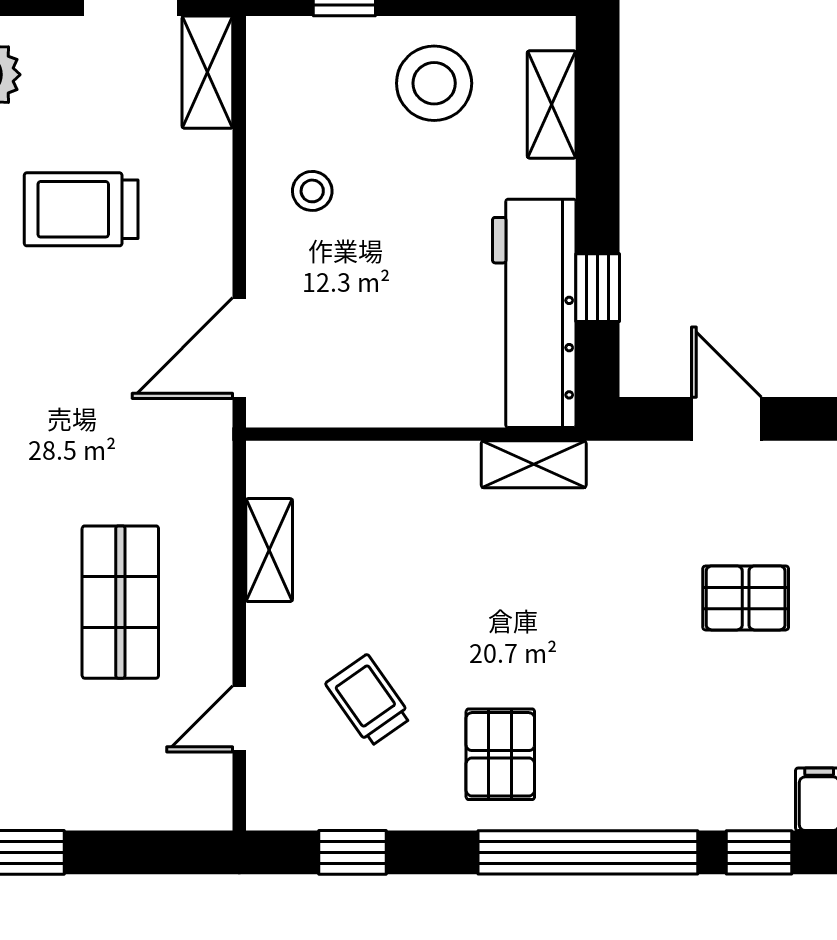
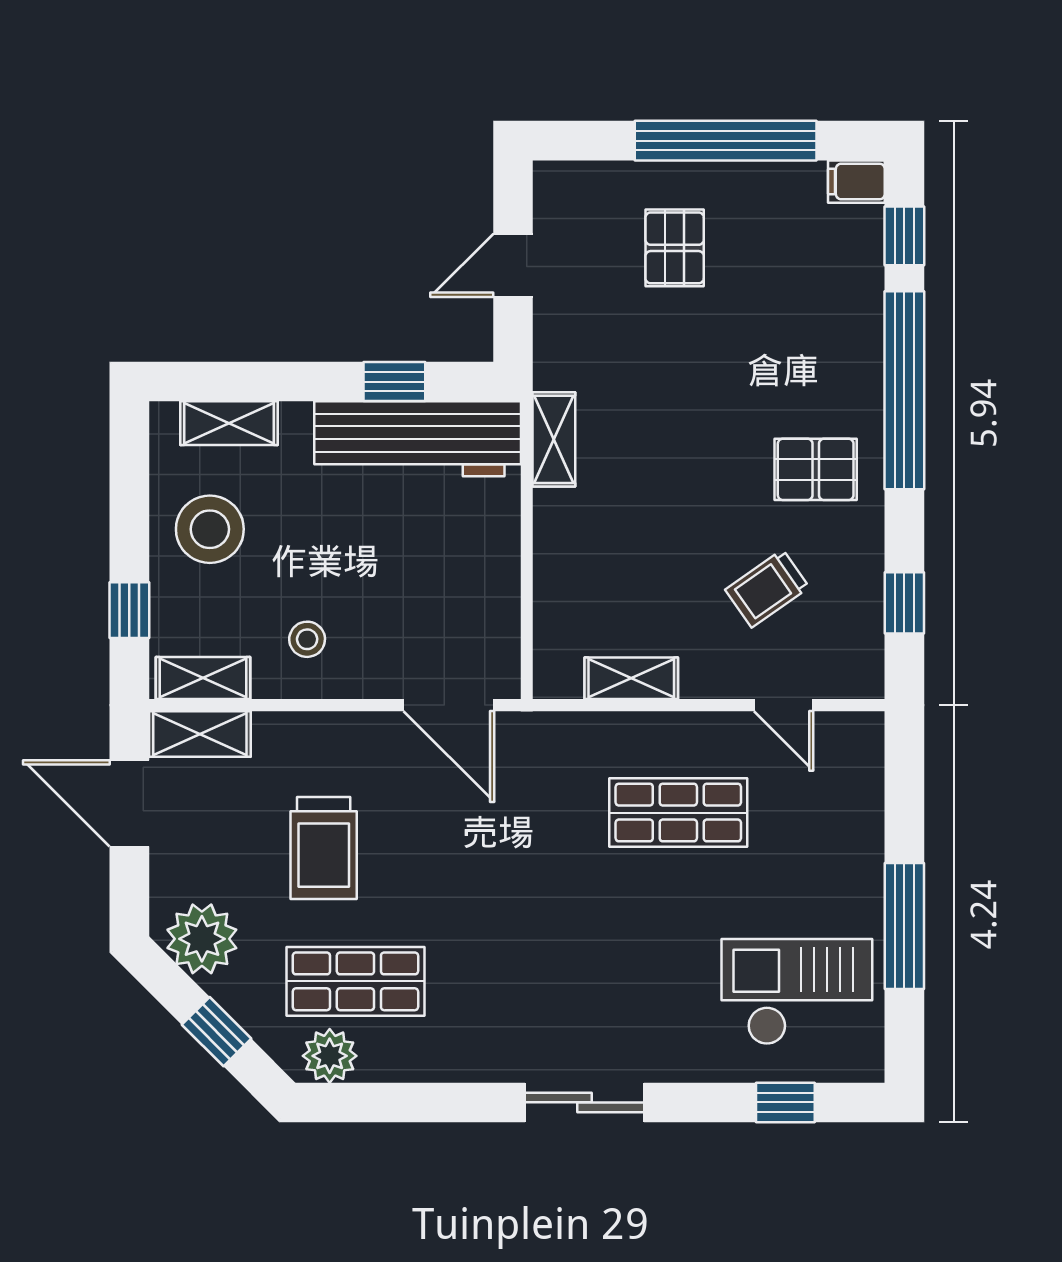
shelving: (269, 76) -> (203, 678), added

